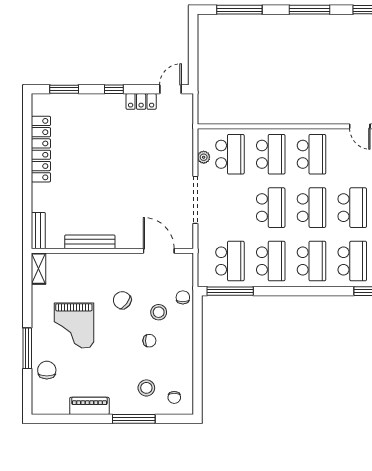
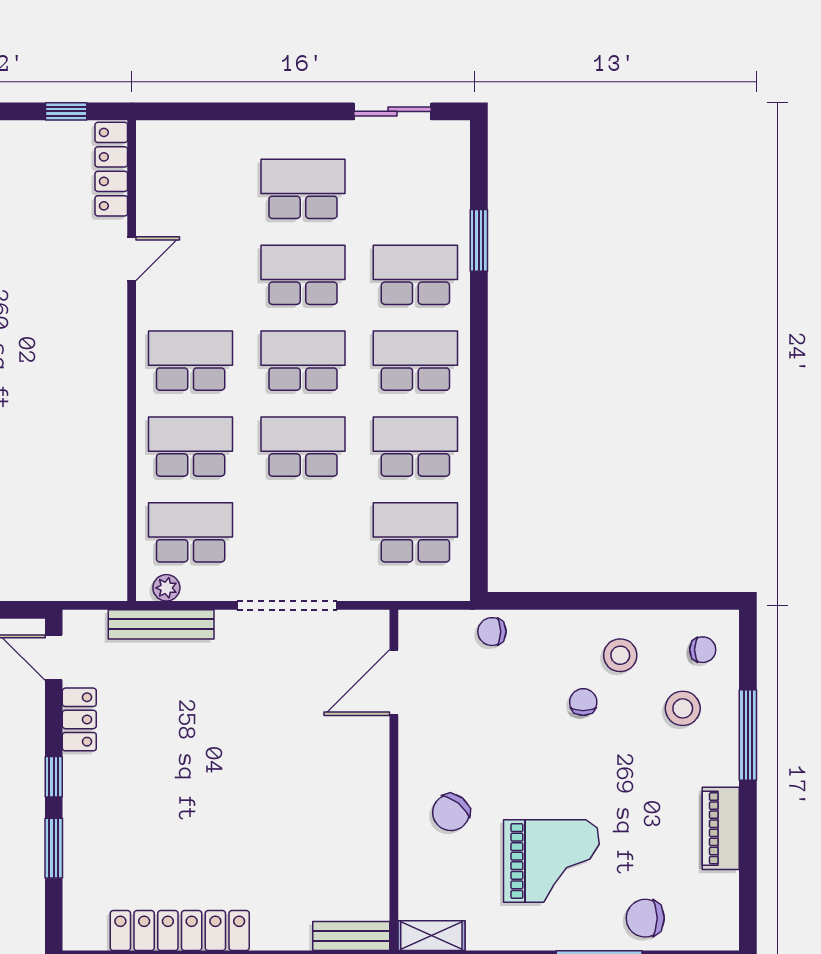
window: (64, 89) -> (54, 848), moved
plant: (204, 157) -> (166, 588), moved
bench: (90, 242) -> (161, 624), moved, turned 90
window: (230, 291) -> (479, 532), removed
chair: (122, 300) -> (451, 812), moved
stool: (159, 312) -> (620, 655), moved

